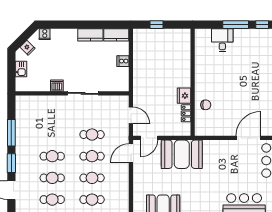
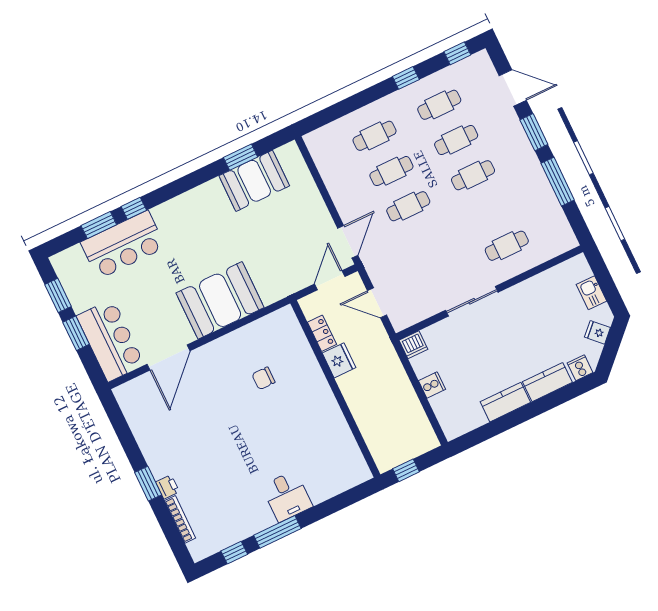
kitchen counter: (116, 35) -> (547, 382), moved
wall: (193, 82) -> (335, 389), moved
dishwasher: (57, 86) -> (413, 345), moved
fridge: (184, 96) -> (339, 360), moved
locker: (186, 113) -> (322, 333), moved
cafe table: (92, 135) -> (507, 246), moved
booth: (182, 154) -> (220, 300), moved

